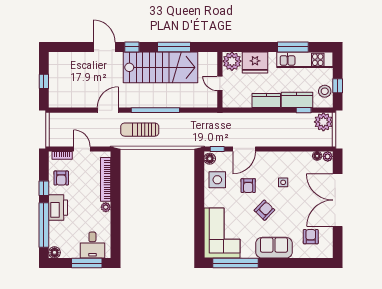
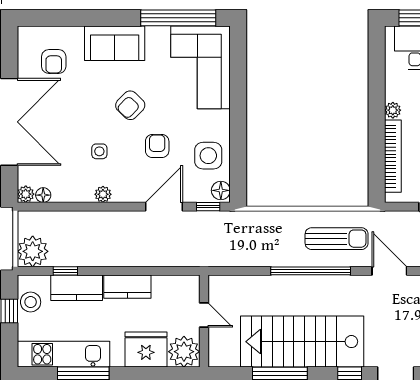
door: (108, 110) -> (389, 271), swing flipped
plant: (281, 156) -> (103, 194), added

